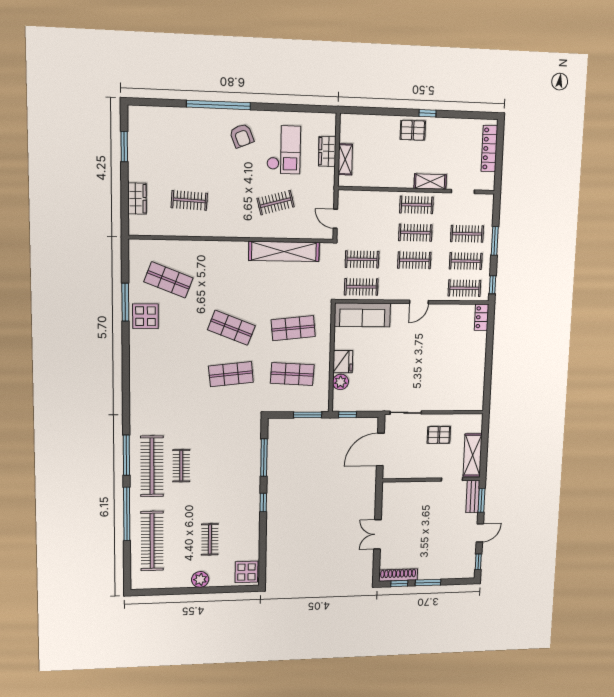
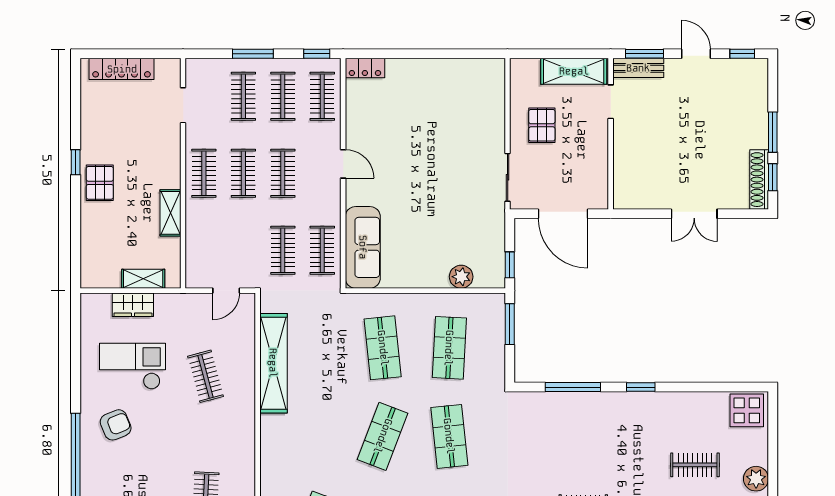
shelving: (430, 182) -> (170, 213), moved
fridge: (343, 362) -> (431, 274), removed

